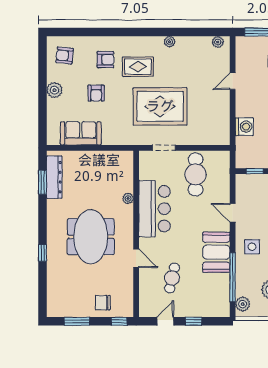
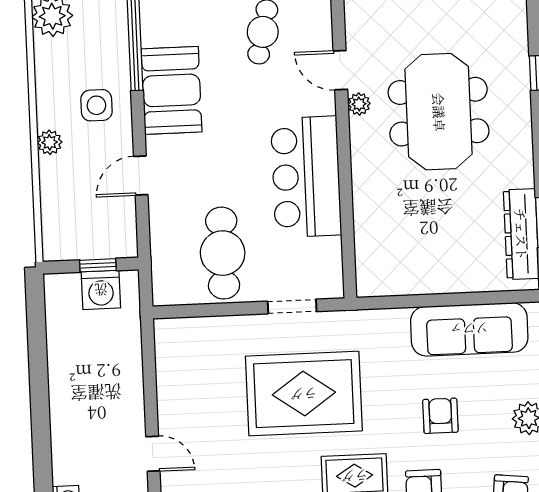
door: (233, 81) -> (153, 454), hinge flipped
washing machine: (244, 127) -> (101, 290), moved, turned -90
sofa: (81, 133) -> (469, 329), width x1.36
plant: (128, 198) -> (359, 104), moved
door: (233, 213) -> (141, 175), swing flipped

